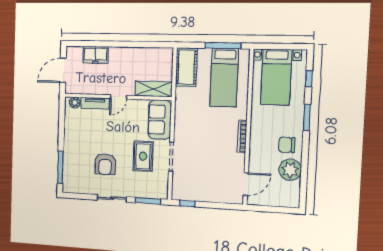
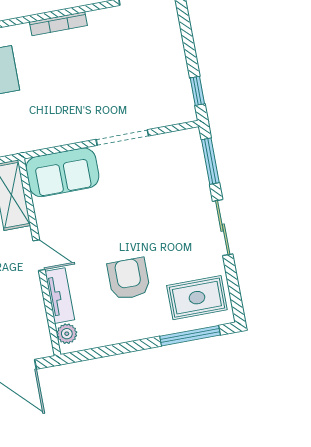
rug: (143, 156) -> (197, 298), moved
armchair: (105, 164) -> (129, 279), moved, turned -90

